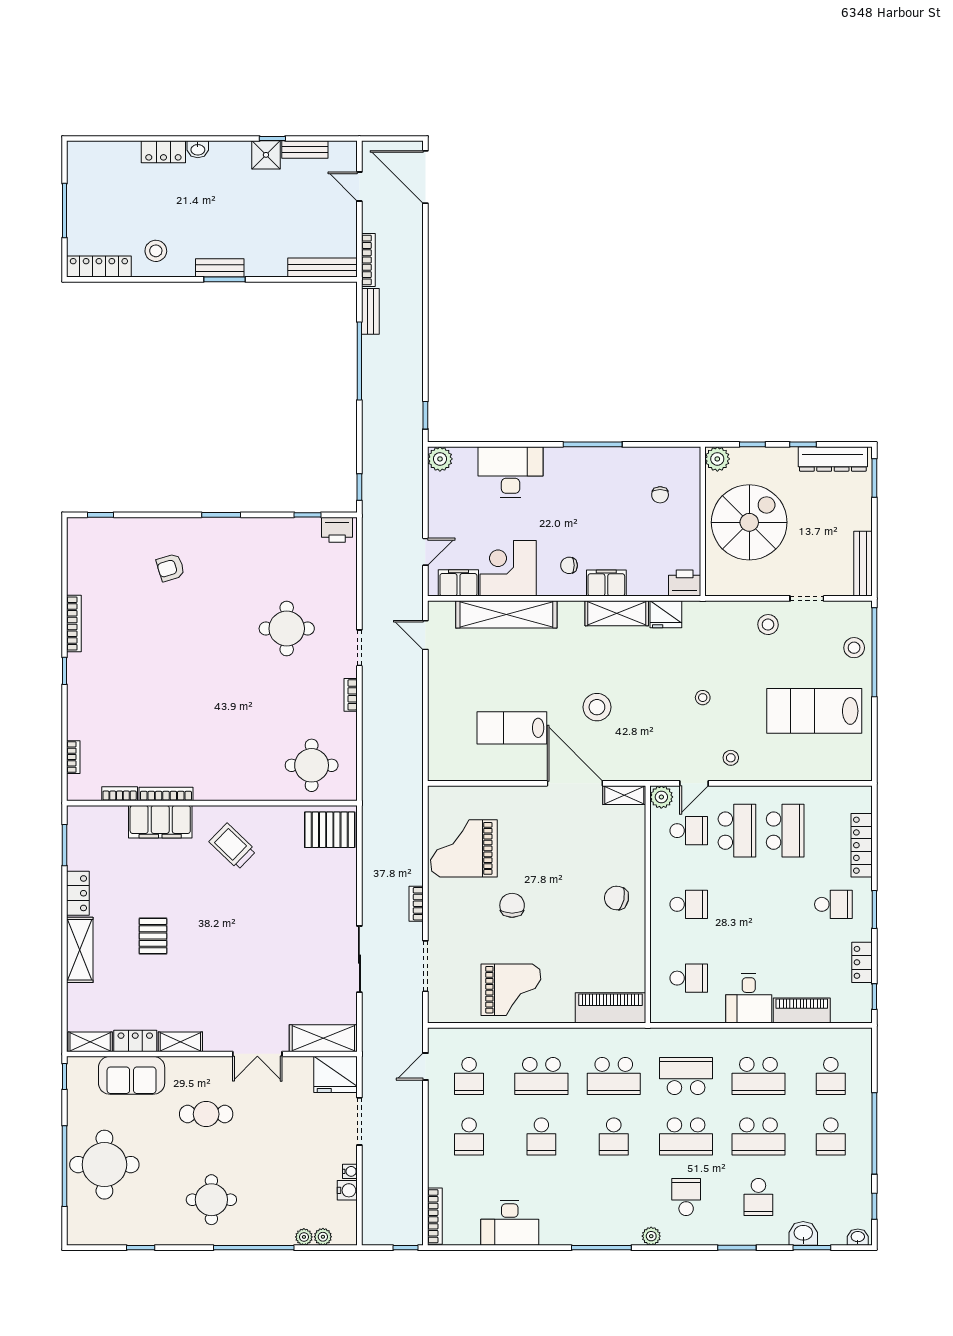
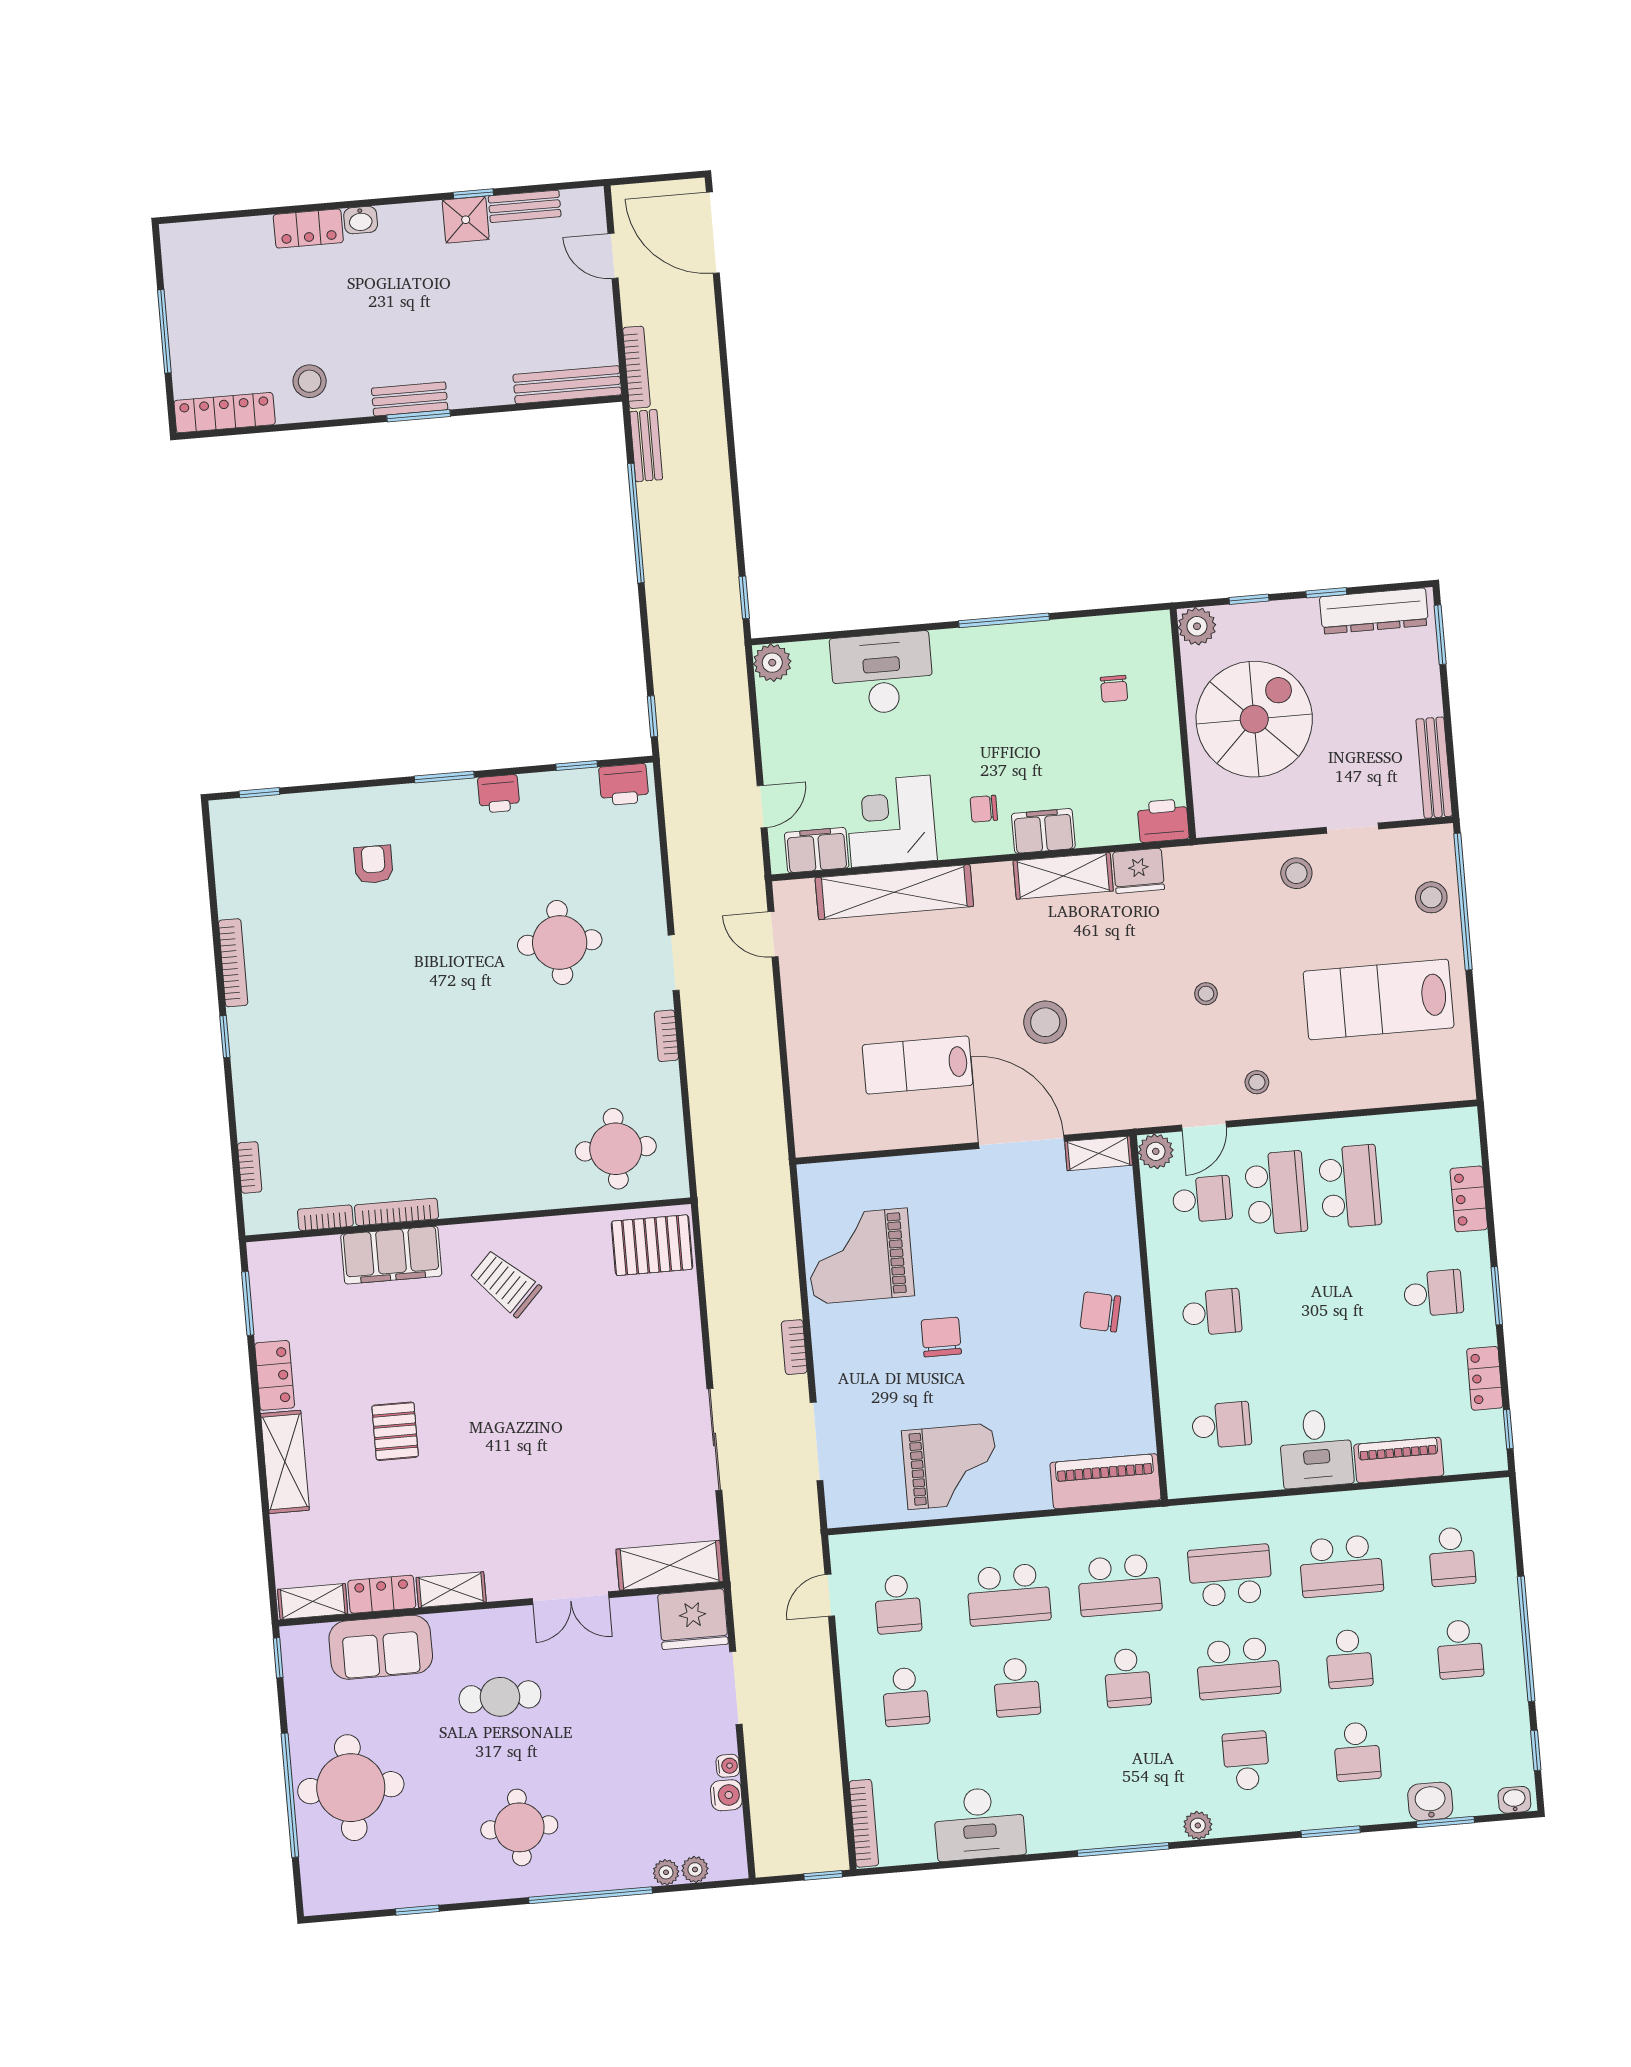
printer: (255, 529) -> (499, 794), added
armchair: (170, 568) -> (374, 864), turned 107
locker: (862, 845) -> (1469, 1199), width x0.66
school desk: (758, 1137) -> (1349, 1659), width x0.54

